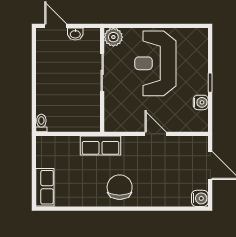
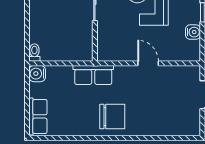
chair: (120, 187) -> (112, 116), turned 90
water cooler: (200, 198) -> (37, 74), moved, turned 180

